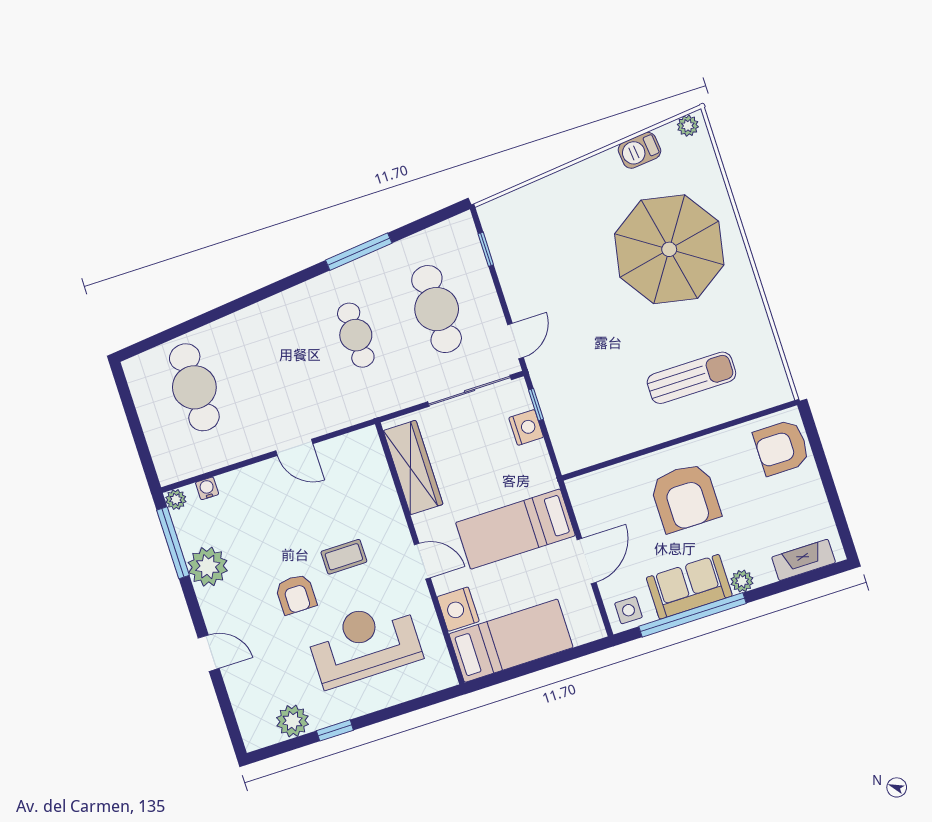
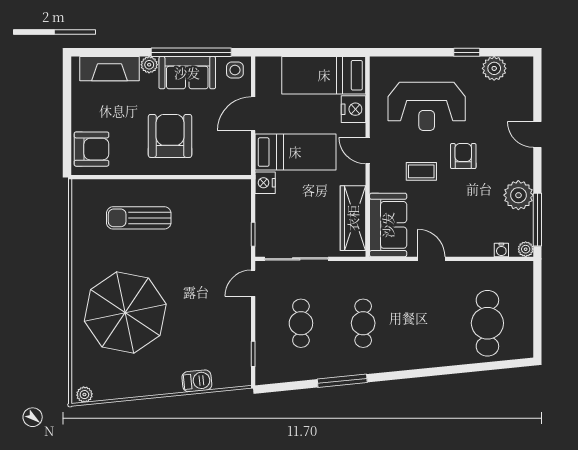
barbecue: (639, 150) -> (197, 381), moved
cafe table: (437, 309) -> (301, 323), width x0.73, depth x0.74
nightstand: (526, 427) -> (265, 183), moved
sofa: (365, 473) -> (388, 225), added
fireplace: (804, 560) -> (110, 69), width x1.37, depth x1.32

